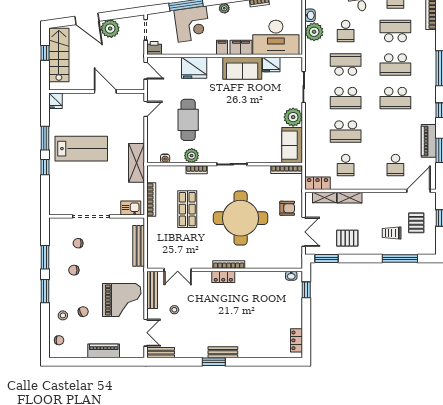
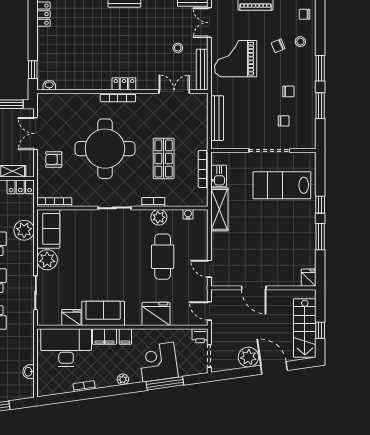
plant: (314, 32) -> (24, 230), moved
door: (146, 109) -> (209, 269), hinge flipped
lab bench: (81, 149) -> (282, 185), moved
kitchen sink: (131, 208) -> (219, 176), moved, turned -90

